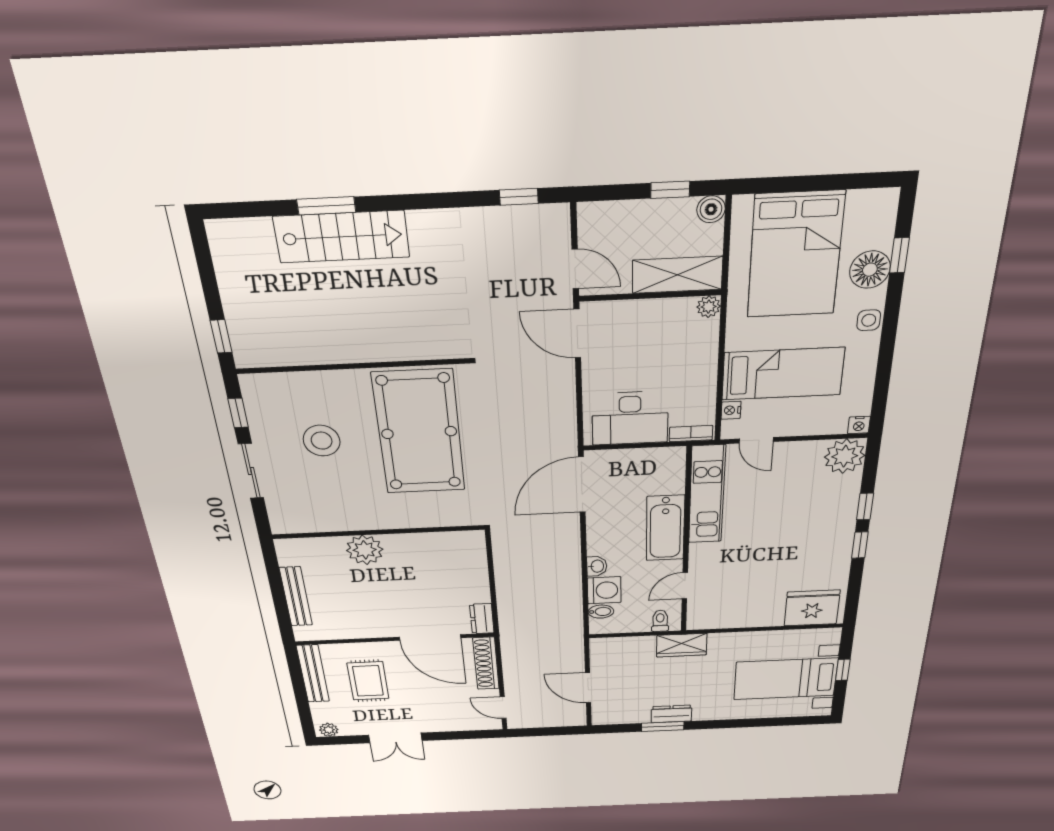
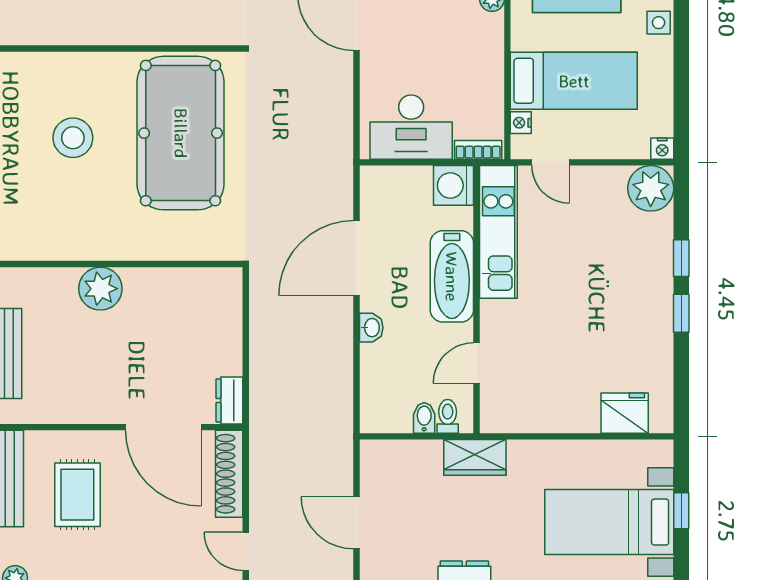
door: (582, 485) -> (357, 258), moved
washing machine: (604, 590) -> (454, 185), moved, turned 180
fridge: (812, 608) -> (625, 413), width x0.73, depth x0.75
bidet: (601, 612) -> (424, 418), moved, turned -90

